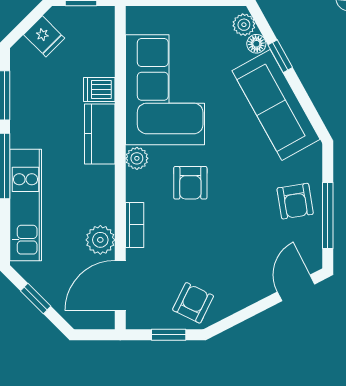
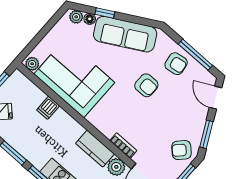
kitchen counter: (100, 134) -> (95, 149), moved
plant: (137, 158) -> (32, 64), moved
armchair: (190, 183) -> (146, 85), moved
armchair: (193, 303) -> (181, 150), turned -72
window: (240, 317) -> (206, 134), added

